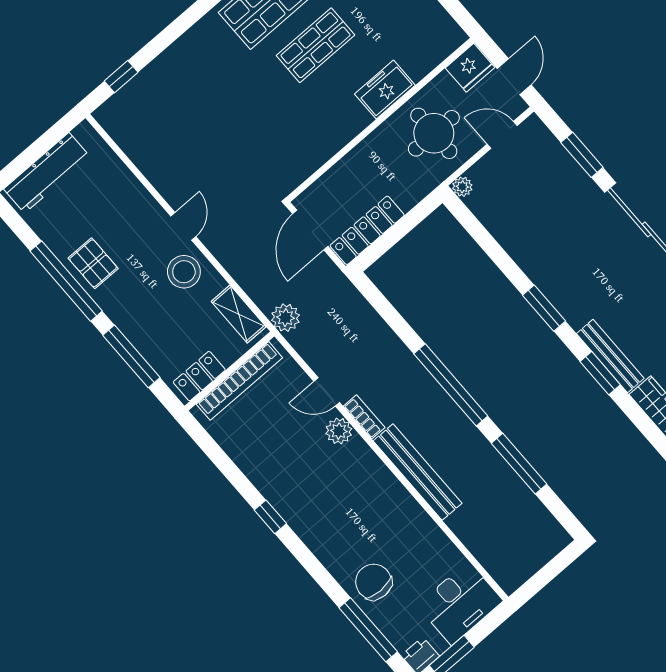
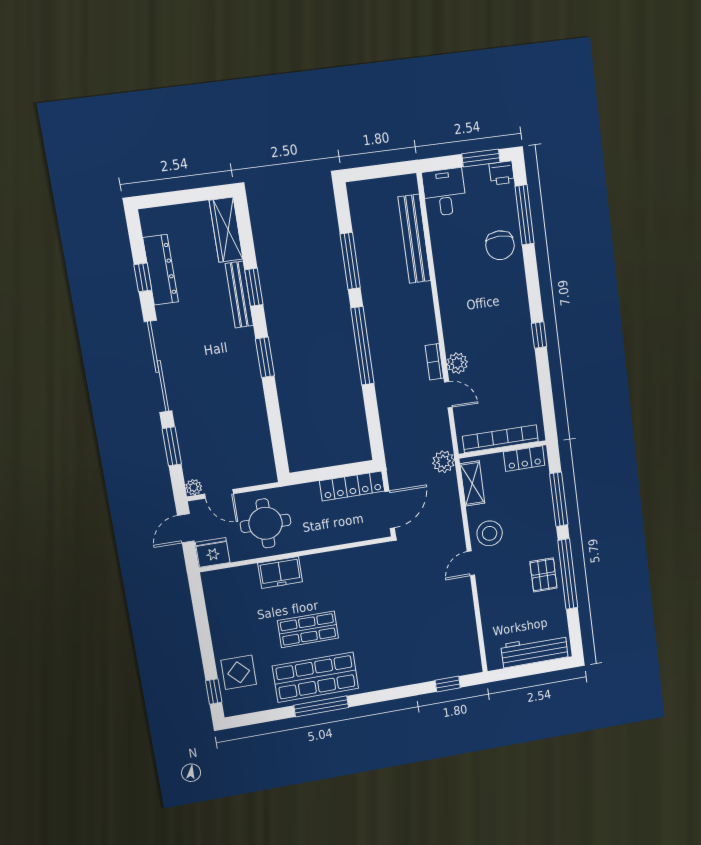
plant: (462, 187) -> (194, 487), moved
bench: (418, 472) -> (414, 239), moved
desk: (460, 603) -> (444, 192), width x0.73

